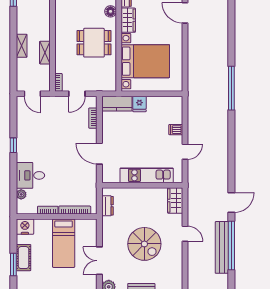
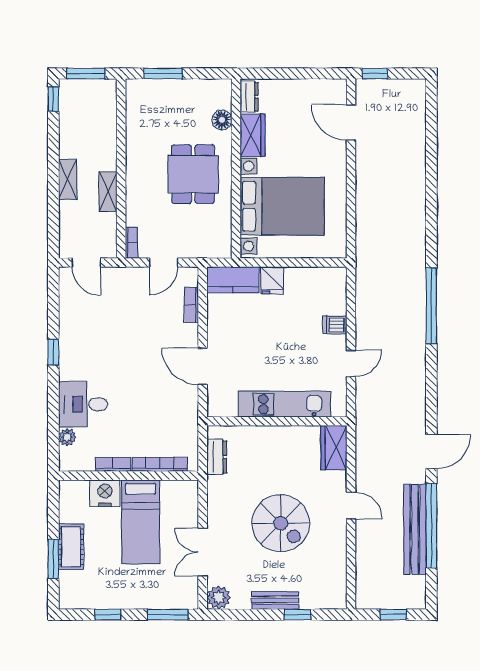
dining table: (94, 43) -> (193, 174), turned 90
window: (231, 88) -> (431, 306), moved
nightstand: (25, 227) -> (105, 493), moved

